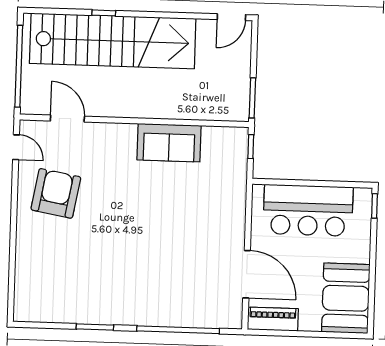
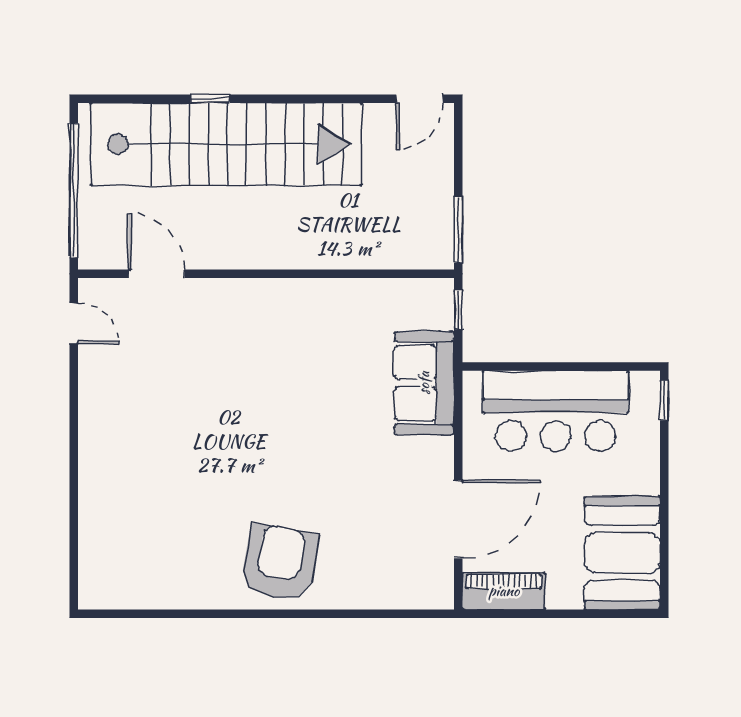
sofa: (169, 143) -> (424, 383), moved, turned 90
armchair: (56, 193) -> (280, 563), moved
door: (247, 274) -> (458, 519), hinge flipped
window: (95, 327) -> (213, 614), removed
window: (178, 330) -> (349, 614), removed

